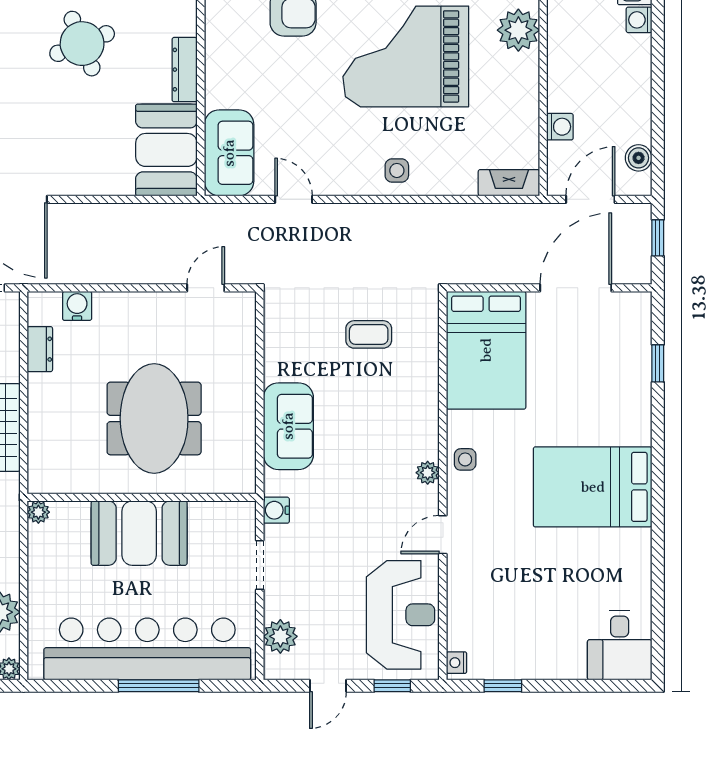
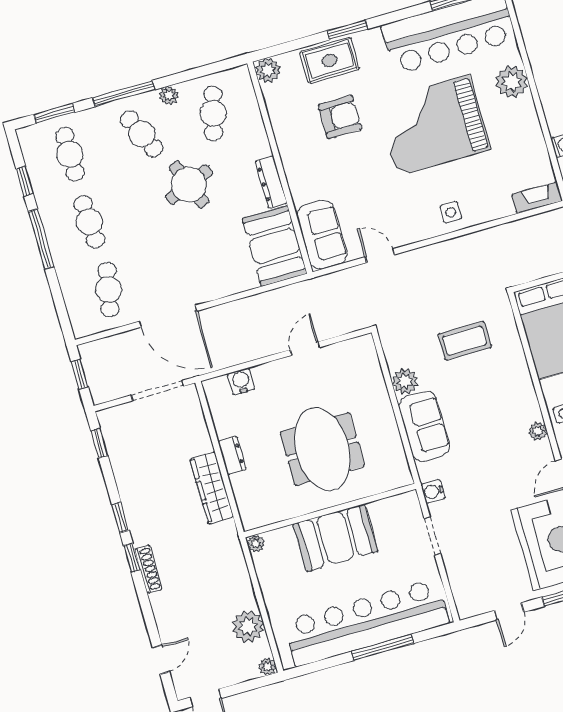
door: (206, 288) -> (305, 349), moved
coffee table: (369, 334) -> (465, 341), width x1.36, depth x1.30
dresser: (40, 349) -> (232, 455), moved
plant: (280, 636) -> (405, 381), moved

